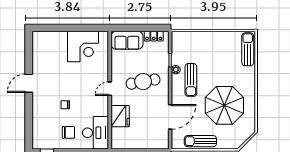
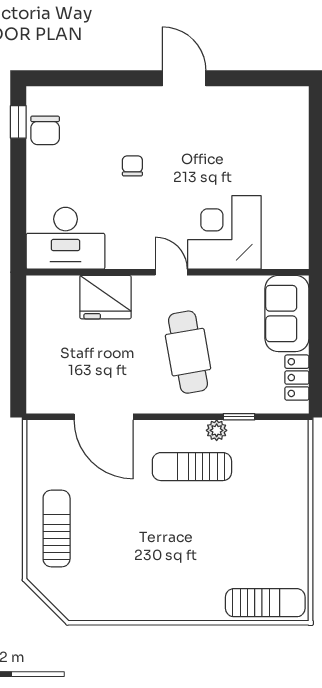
corner desk: (83, 46) -> (224, 232), moved, turned 90
parasol: (224, 105) -> (131, 547), removed
chair: (68, 132) -> (45, 130), moved
sun lounger: (200, 141) -> (57, 529), moved

